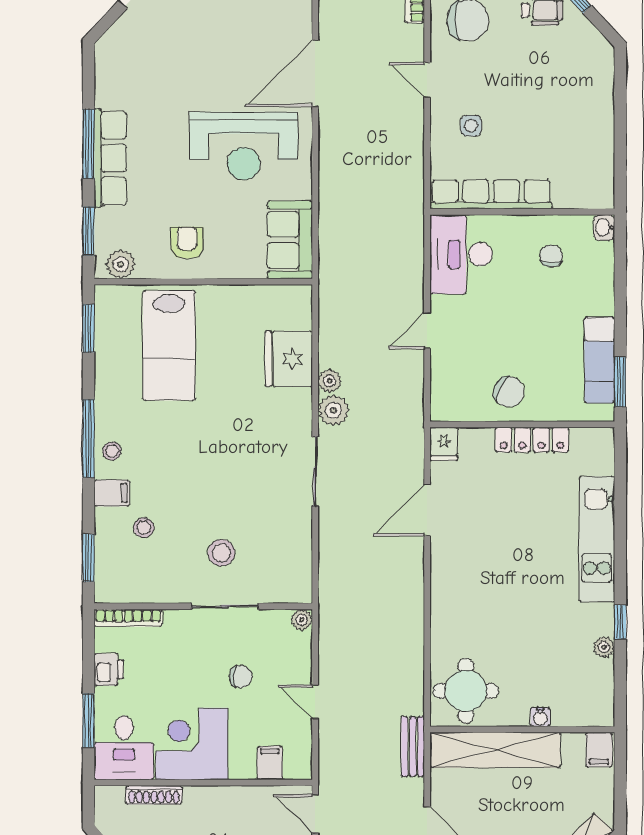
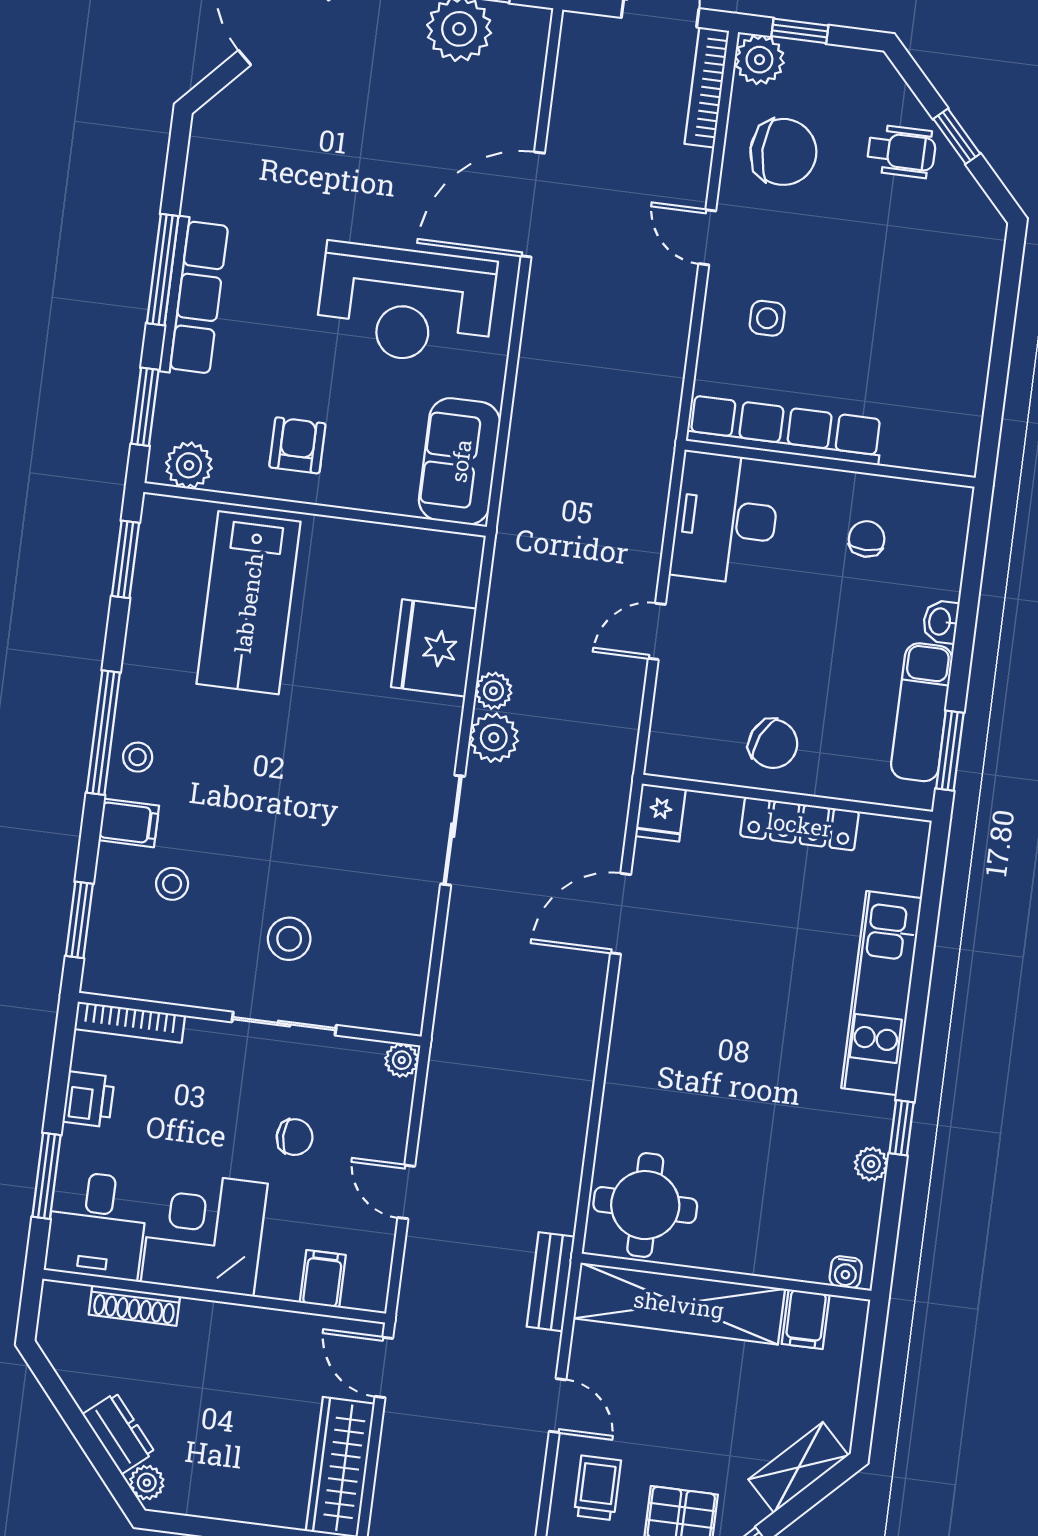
washbasin: (604, 228) -> (941, 622), moved
water cooler: (540, 717) -> (846, 1272), moved
filing cabinet: (599, 750) -> (806, 1319), moved

